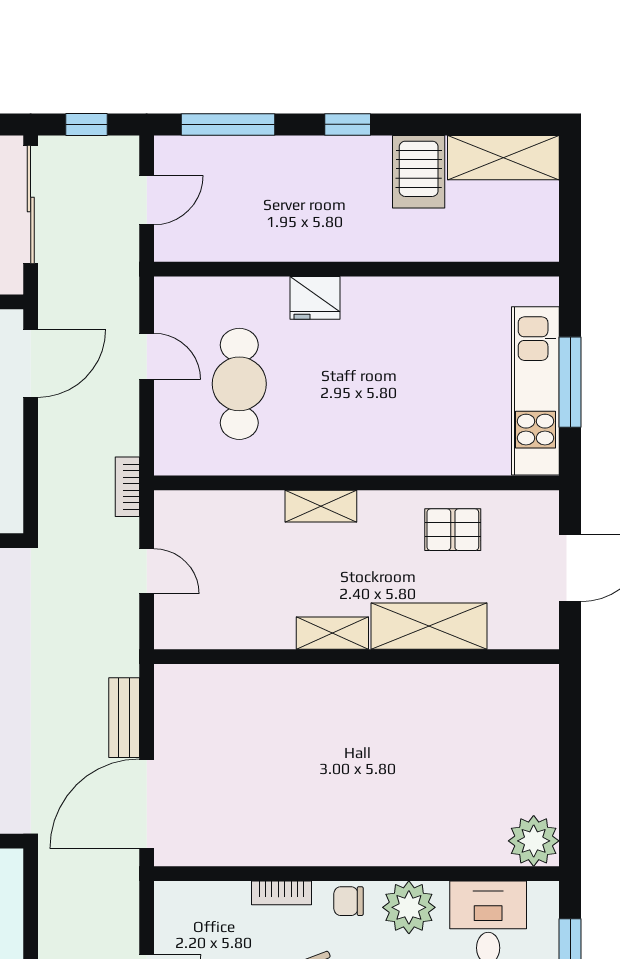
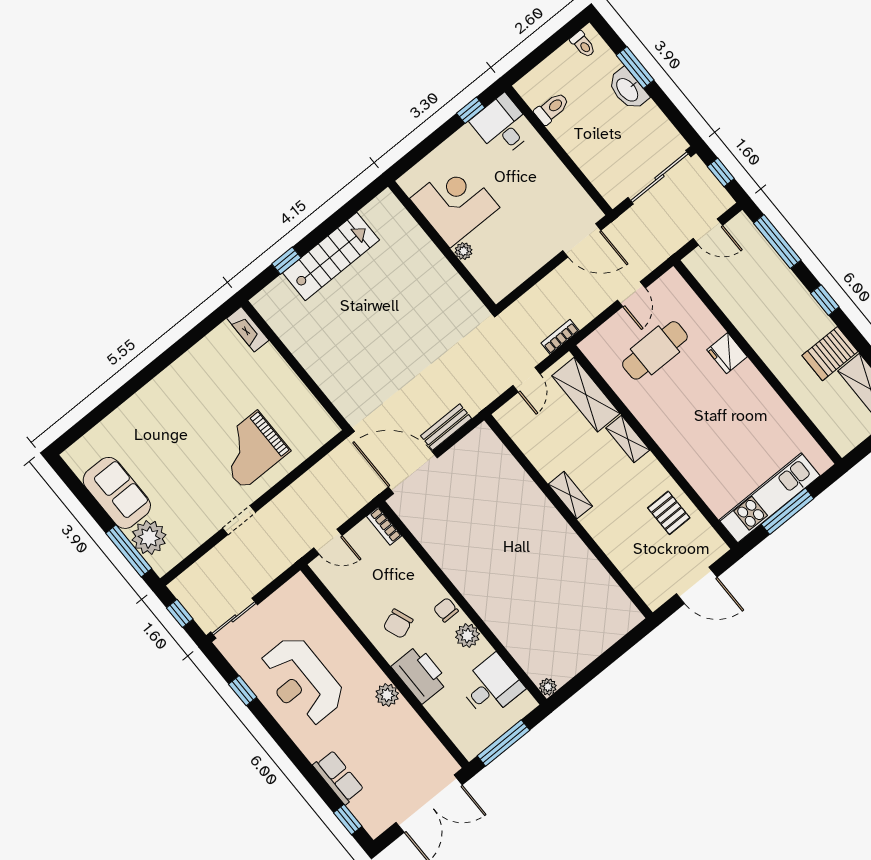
shelving: (429, 626) -> (586, 395), moved
plant: (534, 841) -> (548, 687), width x0.53, depth x0.53
bookcase: (282, 893) -> (384, 526), moved
plant: (409, 907) -> (467, 636), width x0.73, depth x0.73

